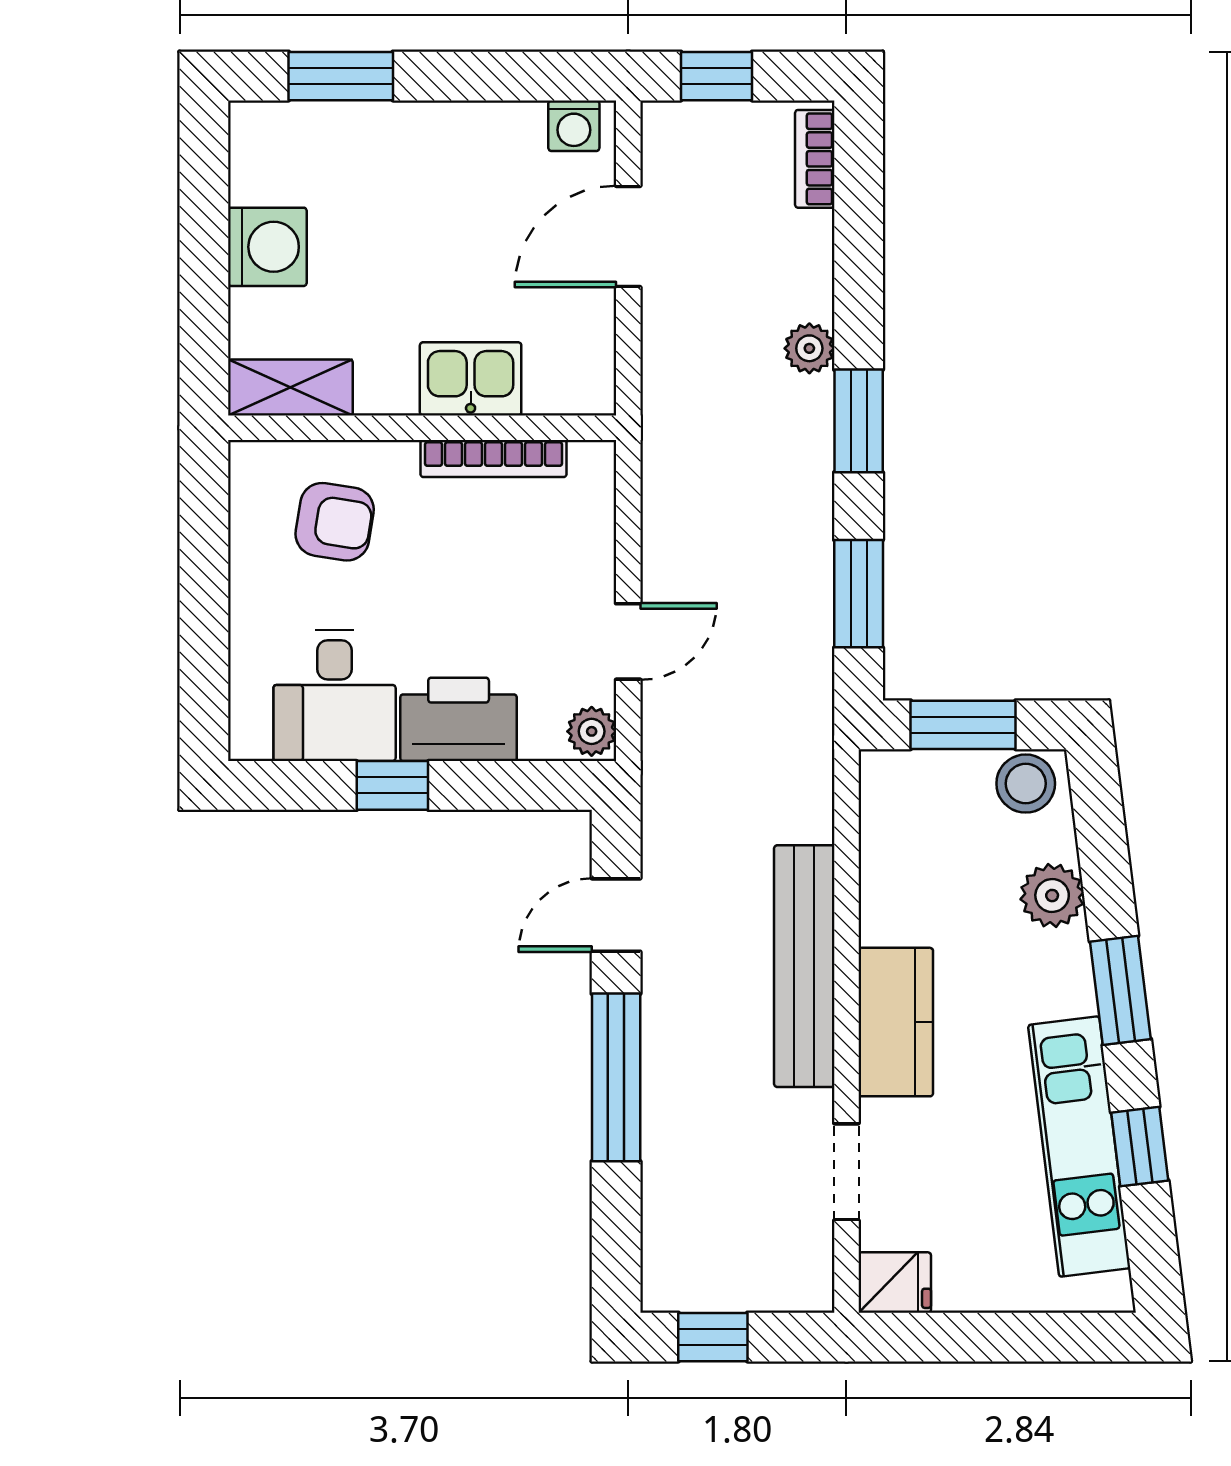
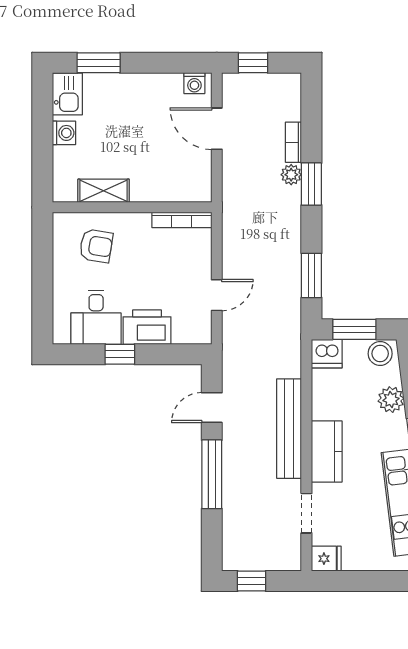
bookcase: (815, 159) -> (293, 142), moved
door: (628, 237) -> (217, 129), hinge flipped
washing machine: (267, 247) -> (64, 133), width x0.73, depth x0.73
kitchen sink: (471, 379) -> (67, 94), moved, turned 90
shelving: (290, 388) -> (104, 191), moved
window: (859, 421) -> (311, 184), moved
bookcase: (494, 459) -> (182, 220), moved
plant: (592, 731) -> (202, 332), removed
dishwasher: (896, 784) -> (327, 354), added

